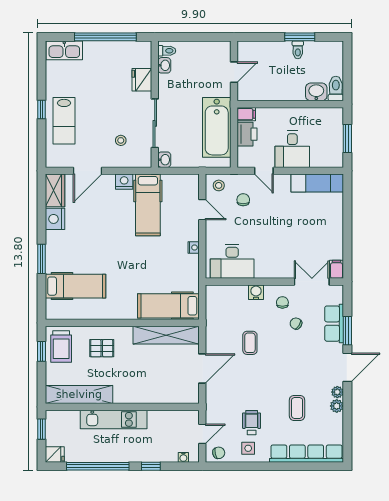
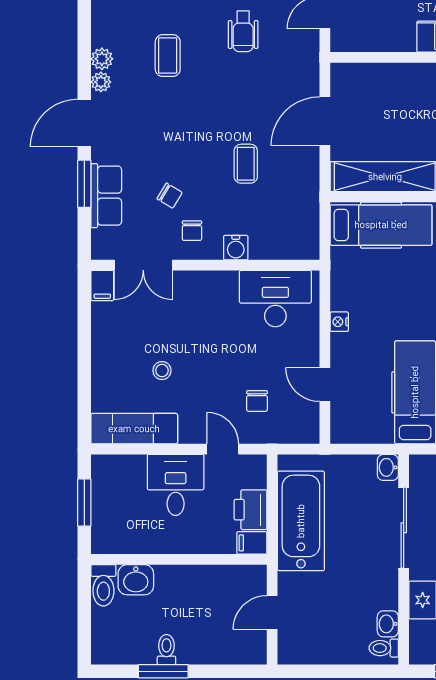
stool: (219, 185) -> (162, 371), moved

